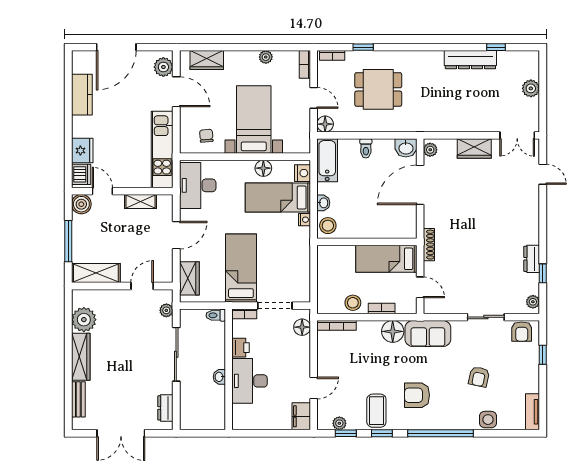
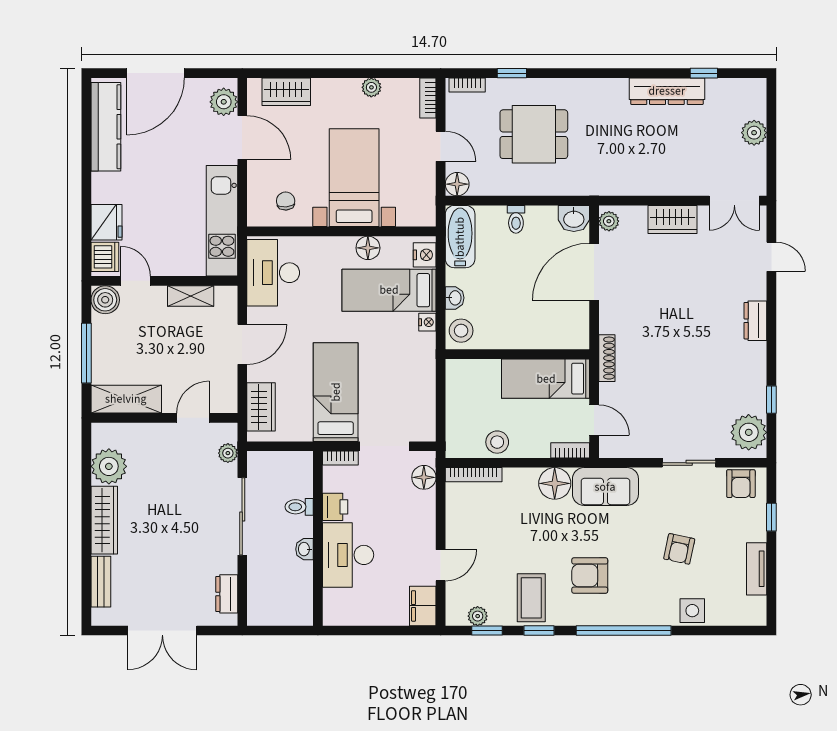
kitchen counter: (82, 95) -> (106, 127), width x1.50
dresser: (532, 259) -> (755, 321), moved
plant: (533, 302) -> (749, 432), width x1.87, depth x1.87
bookcase: (382, 308) -> (570, 450), moved
toilet: (216, 315) -> (299, 507), moved
tv unit: (533, 412) -> (757, 569), moved

